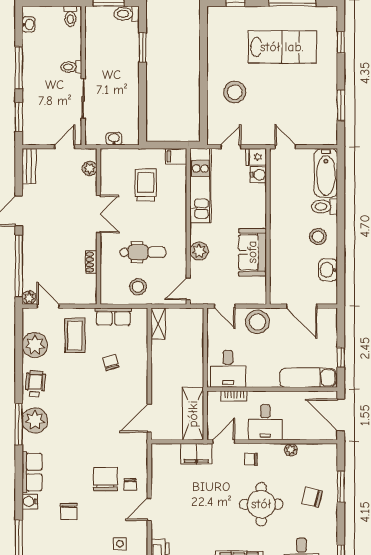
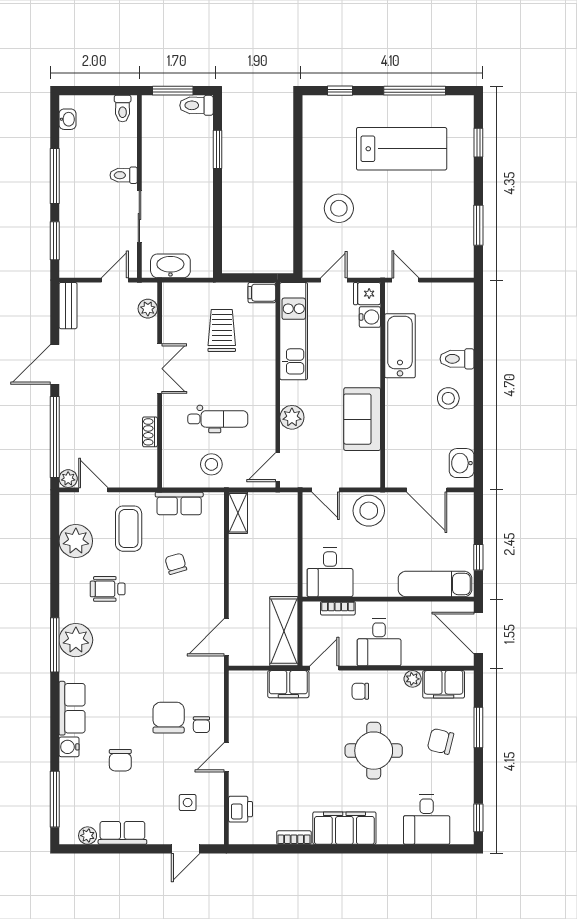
washbasin: (114, 139) -> (170, 266), width x1.91, depth x1.45
bathtub: (326, 173) -> (400, 346), moved, turned 180
washbasin: (328, 270) -> (462, 463), moved
wheelchair: (35, 384) -> (108, 589), moved, turned -94
filing cabinet: (314, 454) -> (444, 684), added

